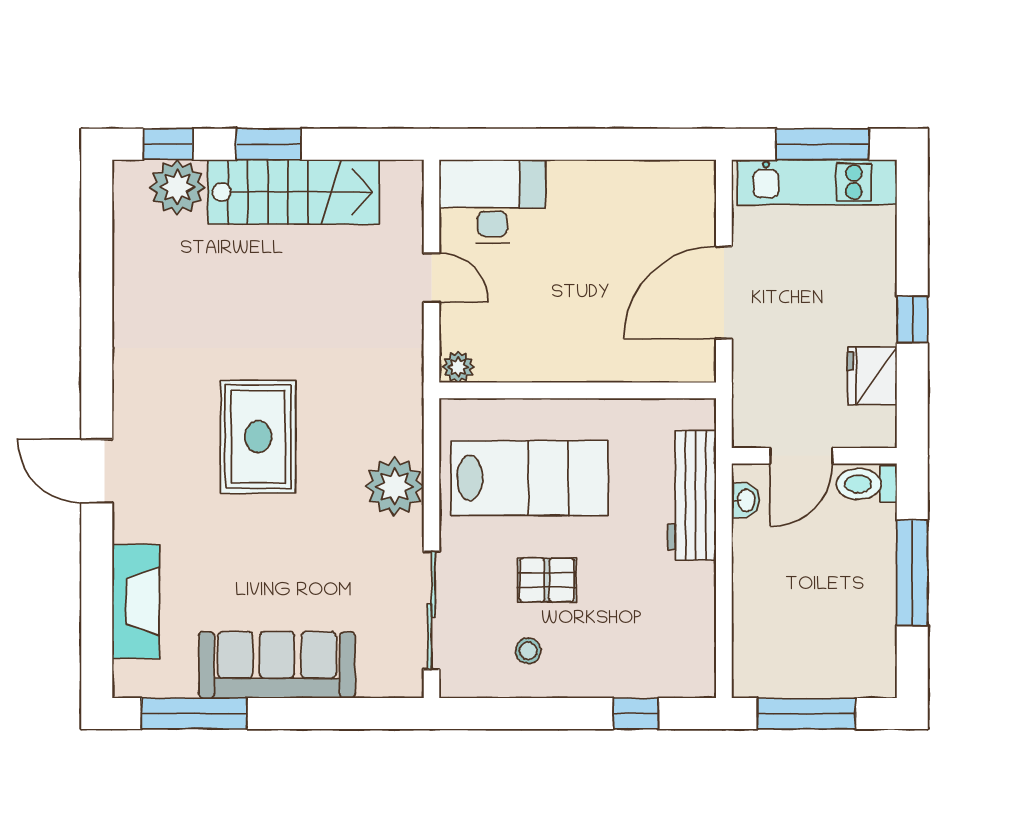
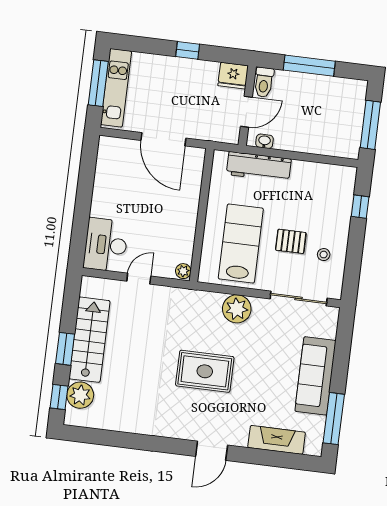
fridge: (872, 376) -> (233, 76), moved
door: (801, 456) -> (246, 112), hinge flipped
pallet: (547, 580) -> (291, 241), turned 90

